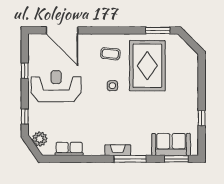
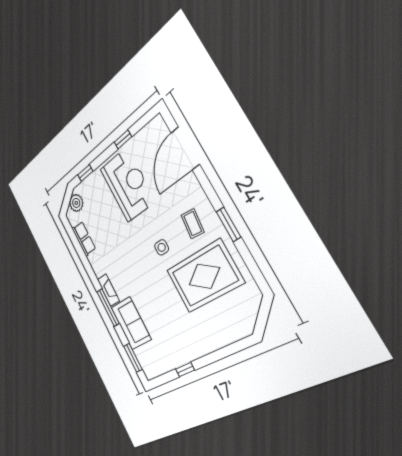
window: (158, 30) -> (229, 224), moved
sofa: (171, 144) -> (131, 323), moved

